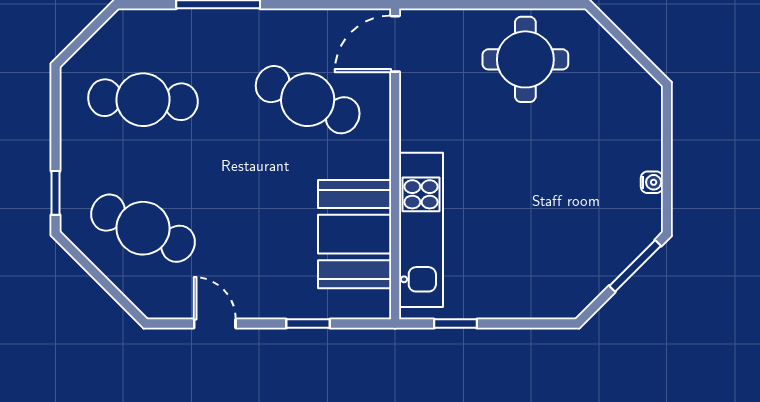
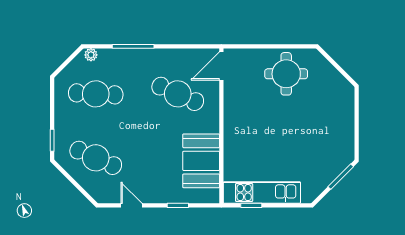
plant: (133, 21) -> (91, 55), added
water cooler: (652, 182) -> (349, 135), removed
kitchen unit: (421, 230) -> (262, 193), moved, turned -90

